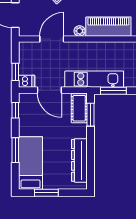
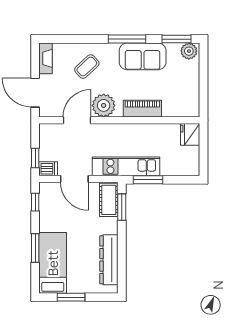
piano: (108, 27) -> (142, 109), width x0.73, depth x0.75
plant: (79, 31) -> (104, 105), width x1.87, depth x1.87

